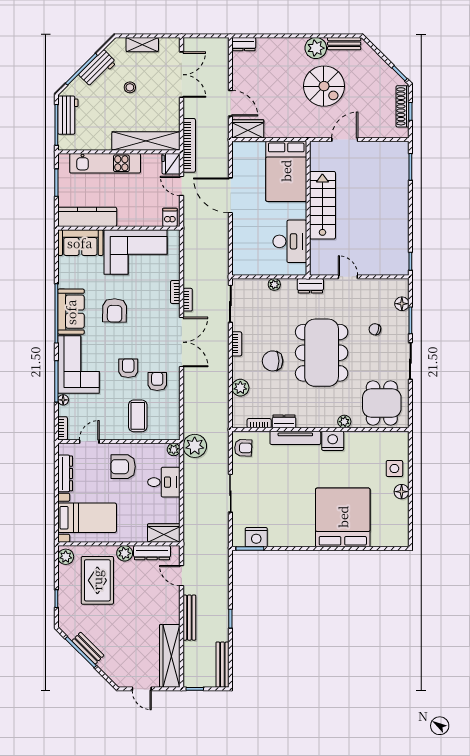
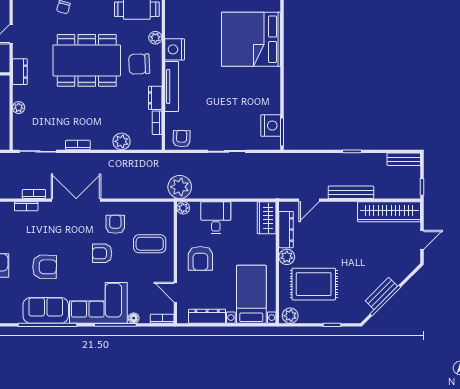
chair: (273, 361) -> (139, 64), moved, turned 88
armchair: (157, 381) -> (115, 224), turned 90
bench: (222, 665) -> (404, 159), width x0.73

